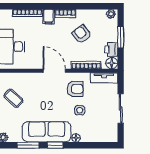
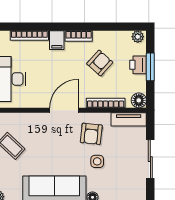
armchair: (82, 34) -> (100, 63), turned 79
printer: (111, 49) -> (138, 65), moved
door: (54, 71) -> (64, 110), hinge flipped
armchair: (75, 89) -> (91, 134), turned 96

